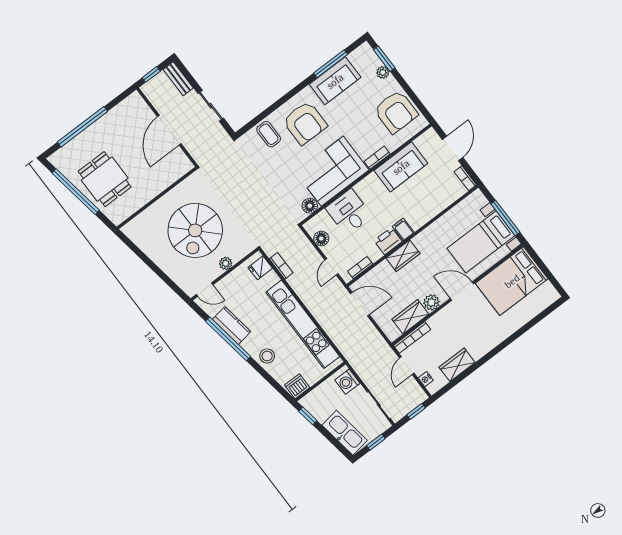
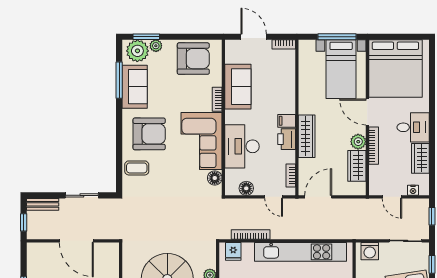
plant: (367, 60) -> (137, 51), added
desk: (349, 212) -> (242, 146), width x1.37
wardrobe: (403, 256) -> (307, 136), width x1.50
bookcase: (281, 266) -> (251, 234), width x1.56
bed: (512, 281) -> (395, 69), width x1.36
door: (462, 291) -> (367, 112), hinge flipped
bookcase: (412, 337) -> (374, 146), moved
desk: (478, 339) -> (413, 127), added

